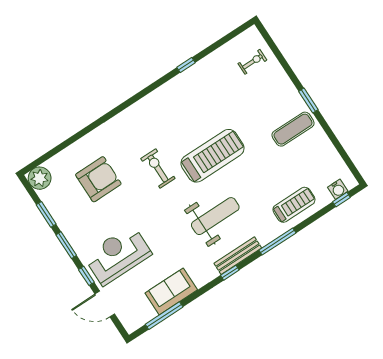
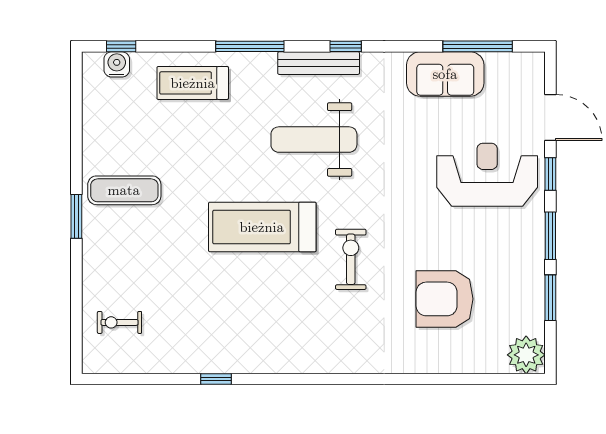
exercise bike: (158, 168) -> (351, 259), turned 180
reception desk: (118, 255) -> (487, 175), turned 180

